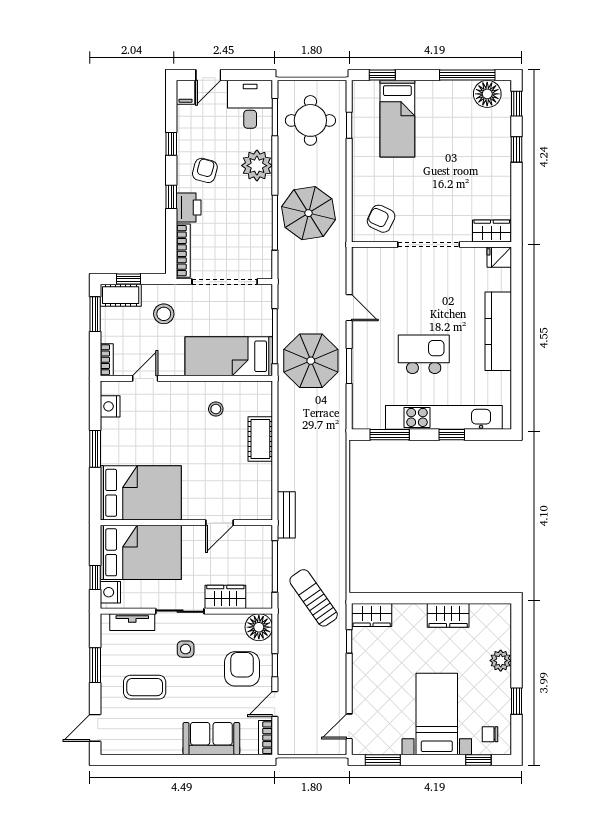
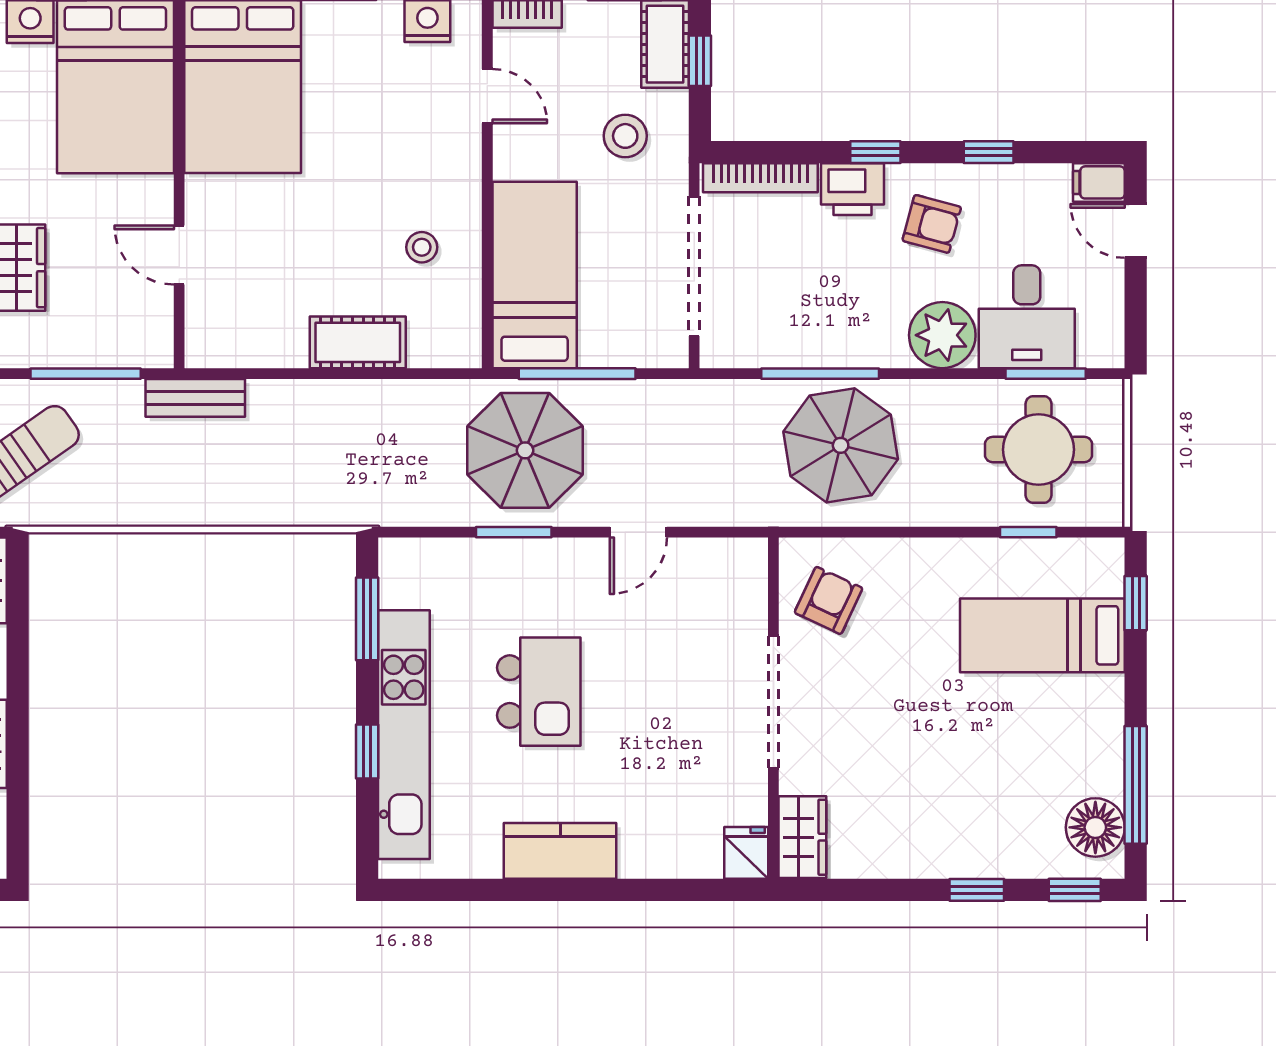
desk: (250, 104) -> (1027, 317), moved, turned 90
kitchen counter: (498, 331) -> (560, 851), width x0.67

